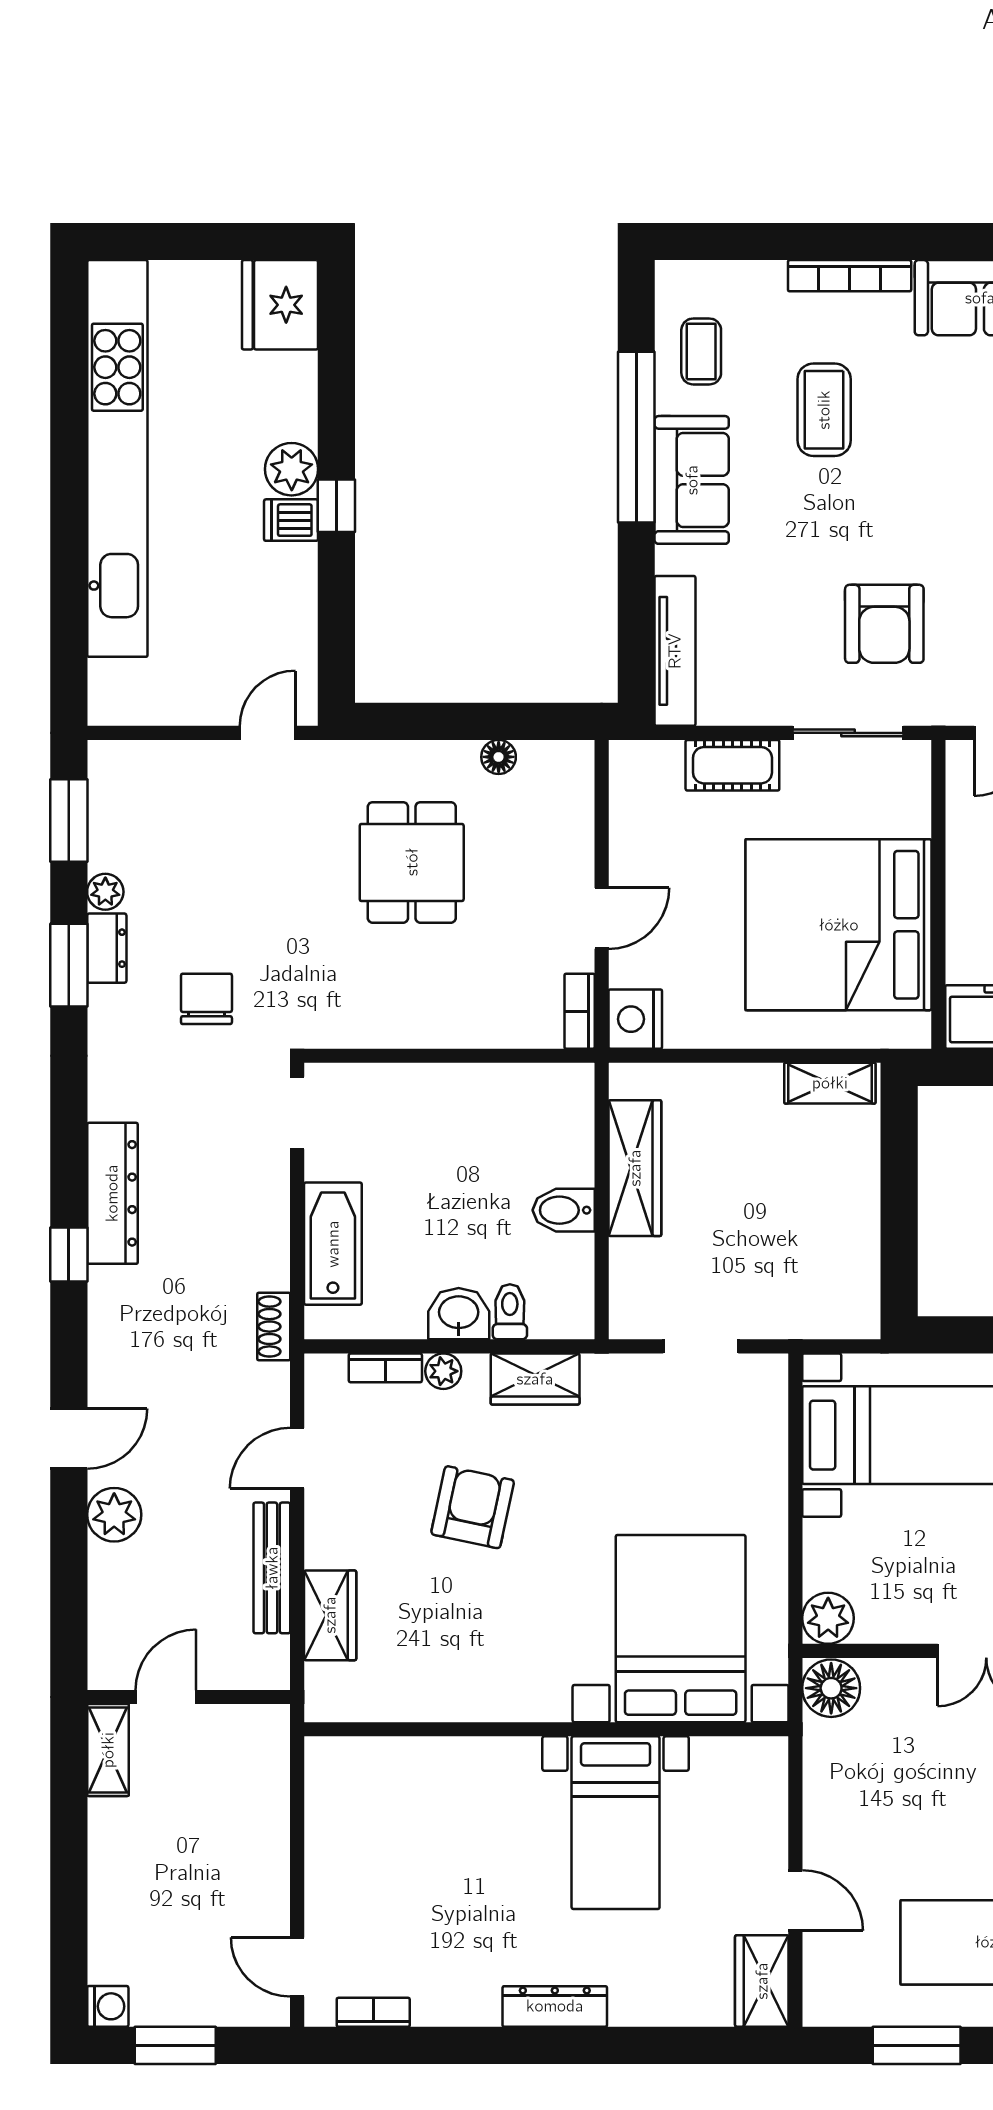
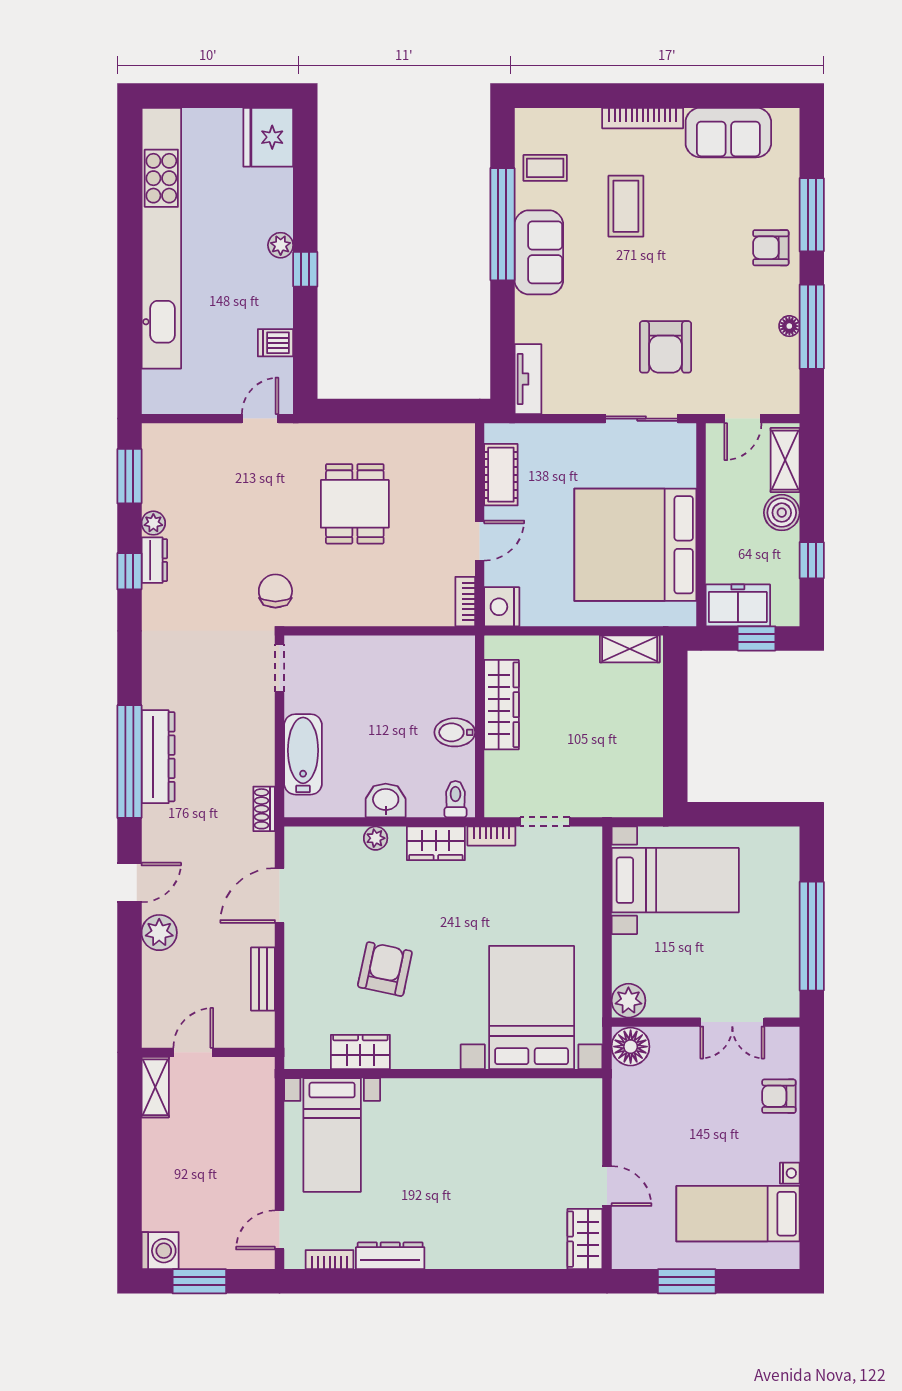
coffee table: (701, 351) -> (545, 168), turned 90
plant: (292, 469) -> (281, 245), width x0.73, depth x0.73
dishwasher: (291, 520) -> (275, 343), moved
tv unit: (675, 651) -> (528, 379), width x0.71
floor lamp: (499, 757) -> (412, 434), removed
cot: (732, 765) -> (501, 475), moved, turned 90
window: (69, 965) -> (129, 571), width x0.67
chair: (206, 999) -> (275, 591), moved
dresser: (112, 1193) -> (158, 757), moved
window: (69, 1255) -> (129, 762), width x3.17
toilet: (510, 1312) -> (455, 799), moved
bookcase: (385, 1368) -> (491, 836), moved
door: (297, 1458) -> (280, 895), width x1.38
armchair: (473, 1507) -> (385, 969), moved
bench: (272, 1568) -> (263, 979), width x0.73
wardrobe: (330, 1615) -> (360, 1052), moved, turned -90
bed with nightstands: (616, 1823) -> (332, 1135), moved
door: (297, 1967) -> (280, 1230), hinge flipped
washing machine: (108, 2006) -> (160, 1251), width x1.38, depth x1.38
dresser: (555, 2006) -> (390, 1256), moved

